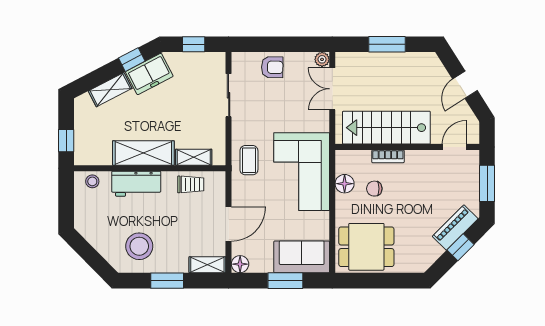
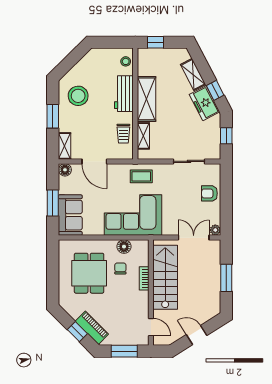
armchair: (272, 67) -> (209, 193), turned 89
dining table: (366, 247) -> (89, 273), moved

